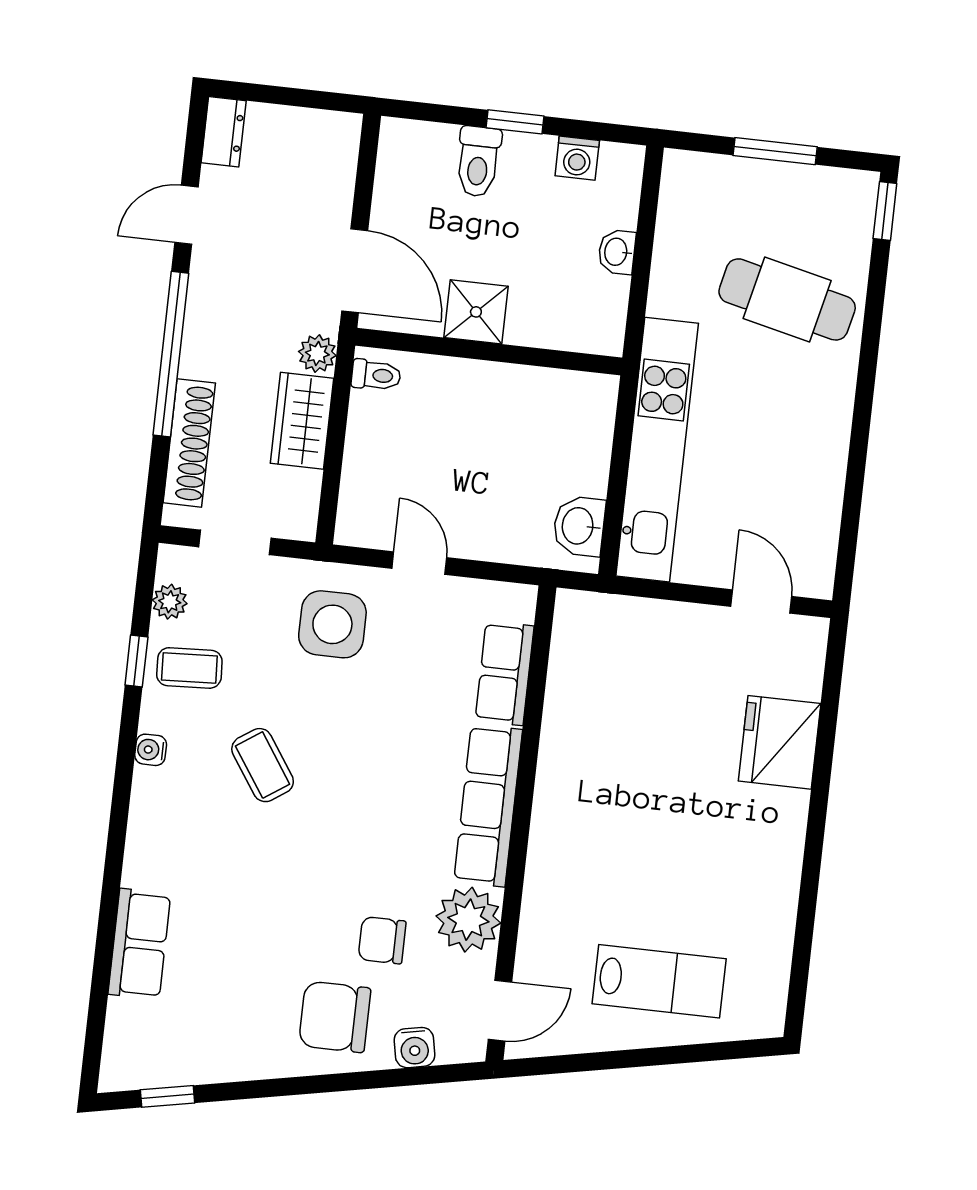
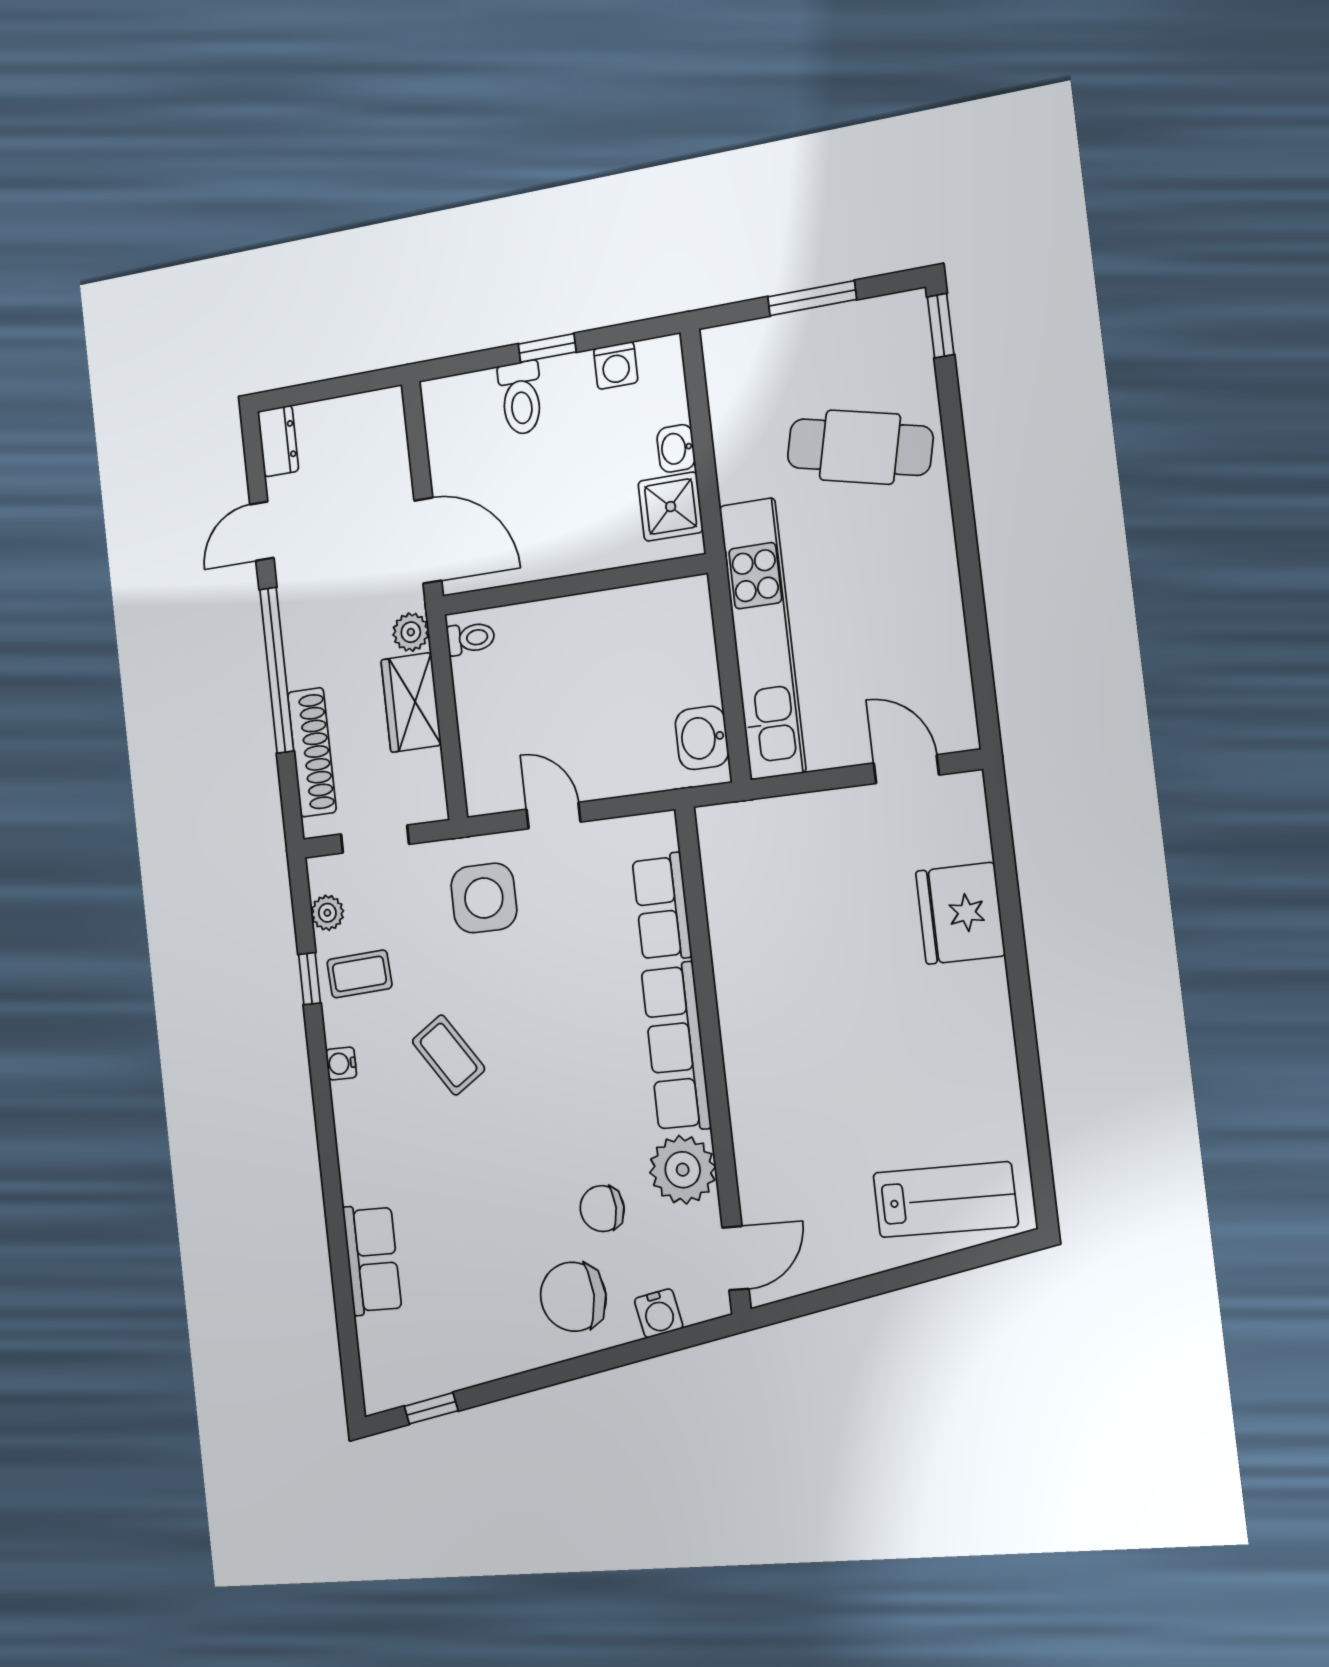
shower: (476, 312) -> (671, 507), moved
lab bench: (659, 981) -> (945, 1200), moved

